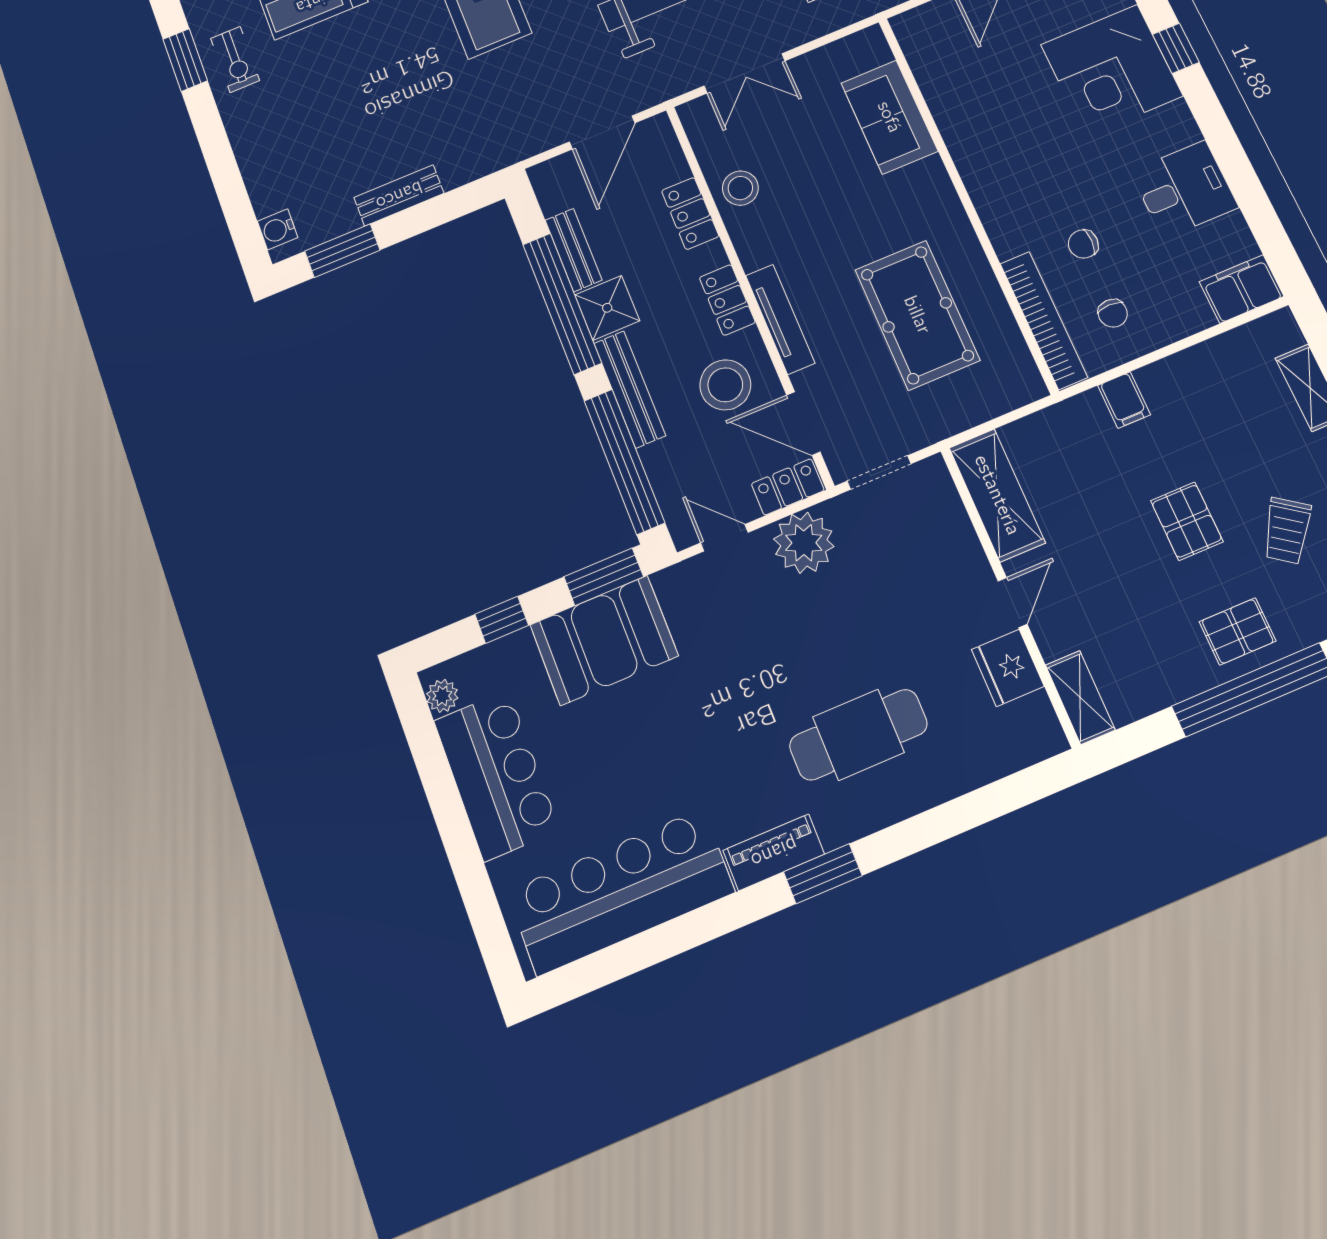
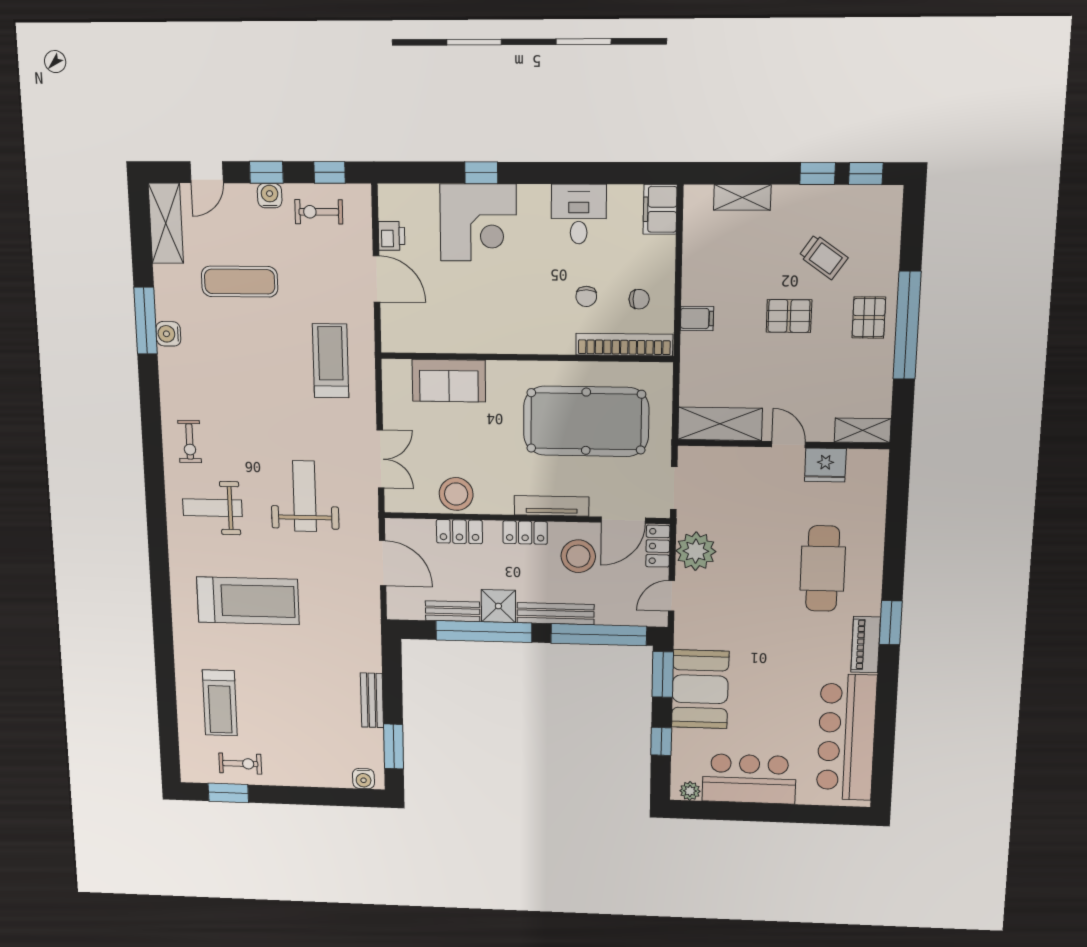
stool: (740, 188) -> (456, 494), width x1.38, depth x1.38
pool table: (917, 315) -> (586, 421), width x1.36, depth x1.32

